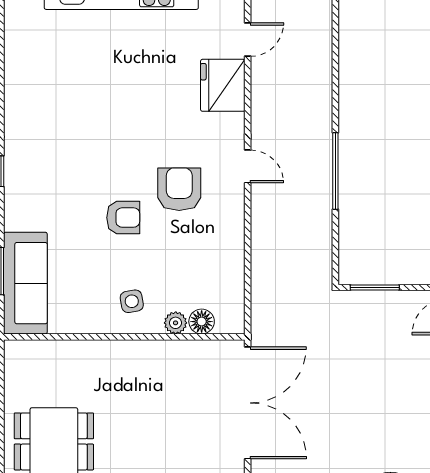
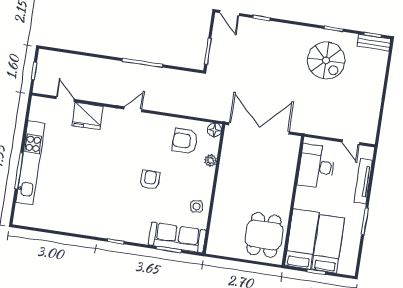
armchair: (179, 189) -> (185, 141), moved
side table: (132, 301) -> (196, 206), moved
floor lamp: (202, 322) -> (214, 130), moved

